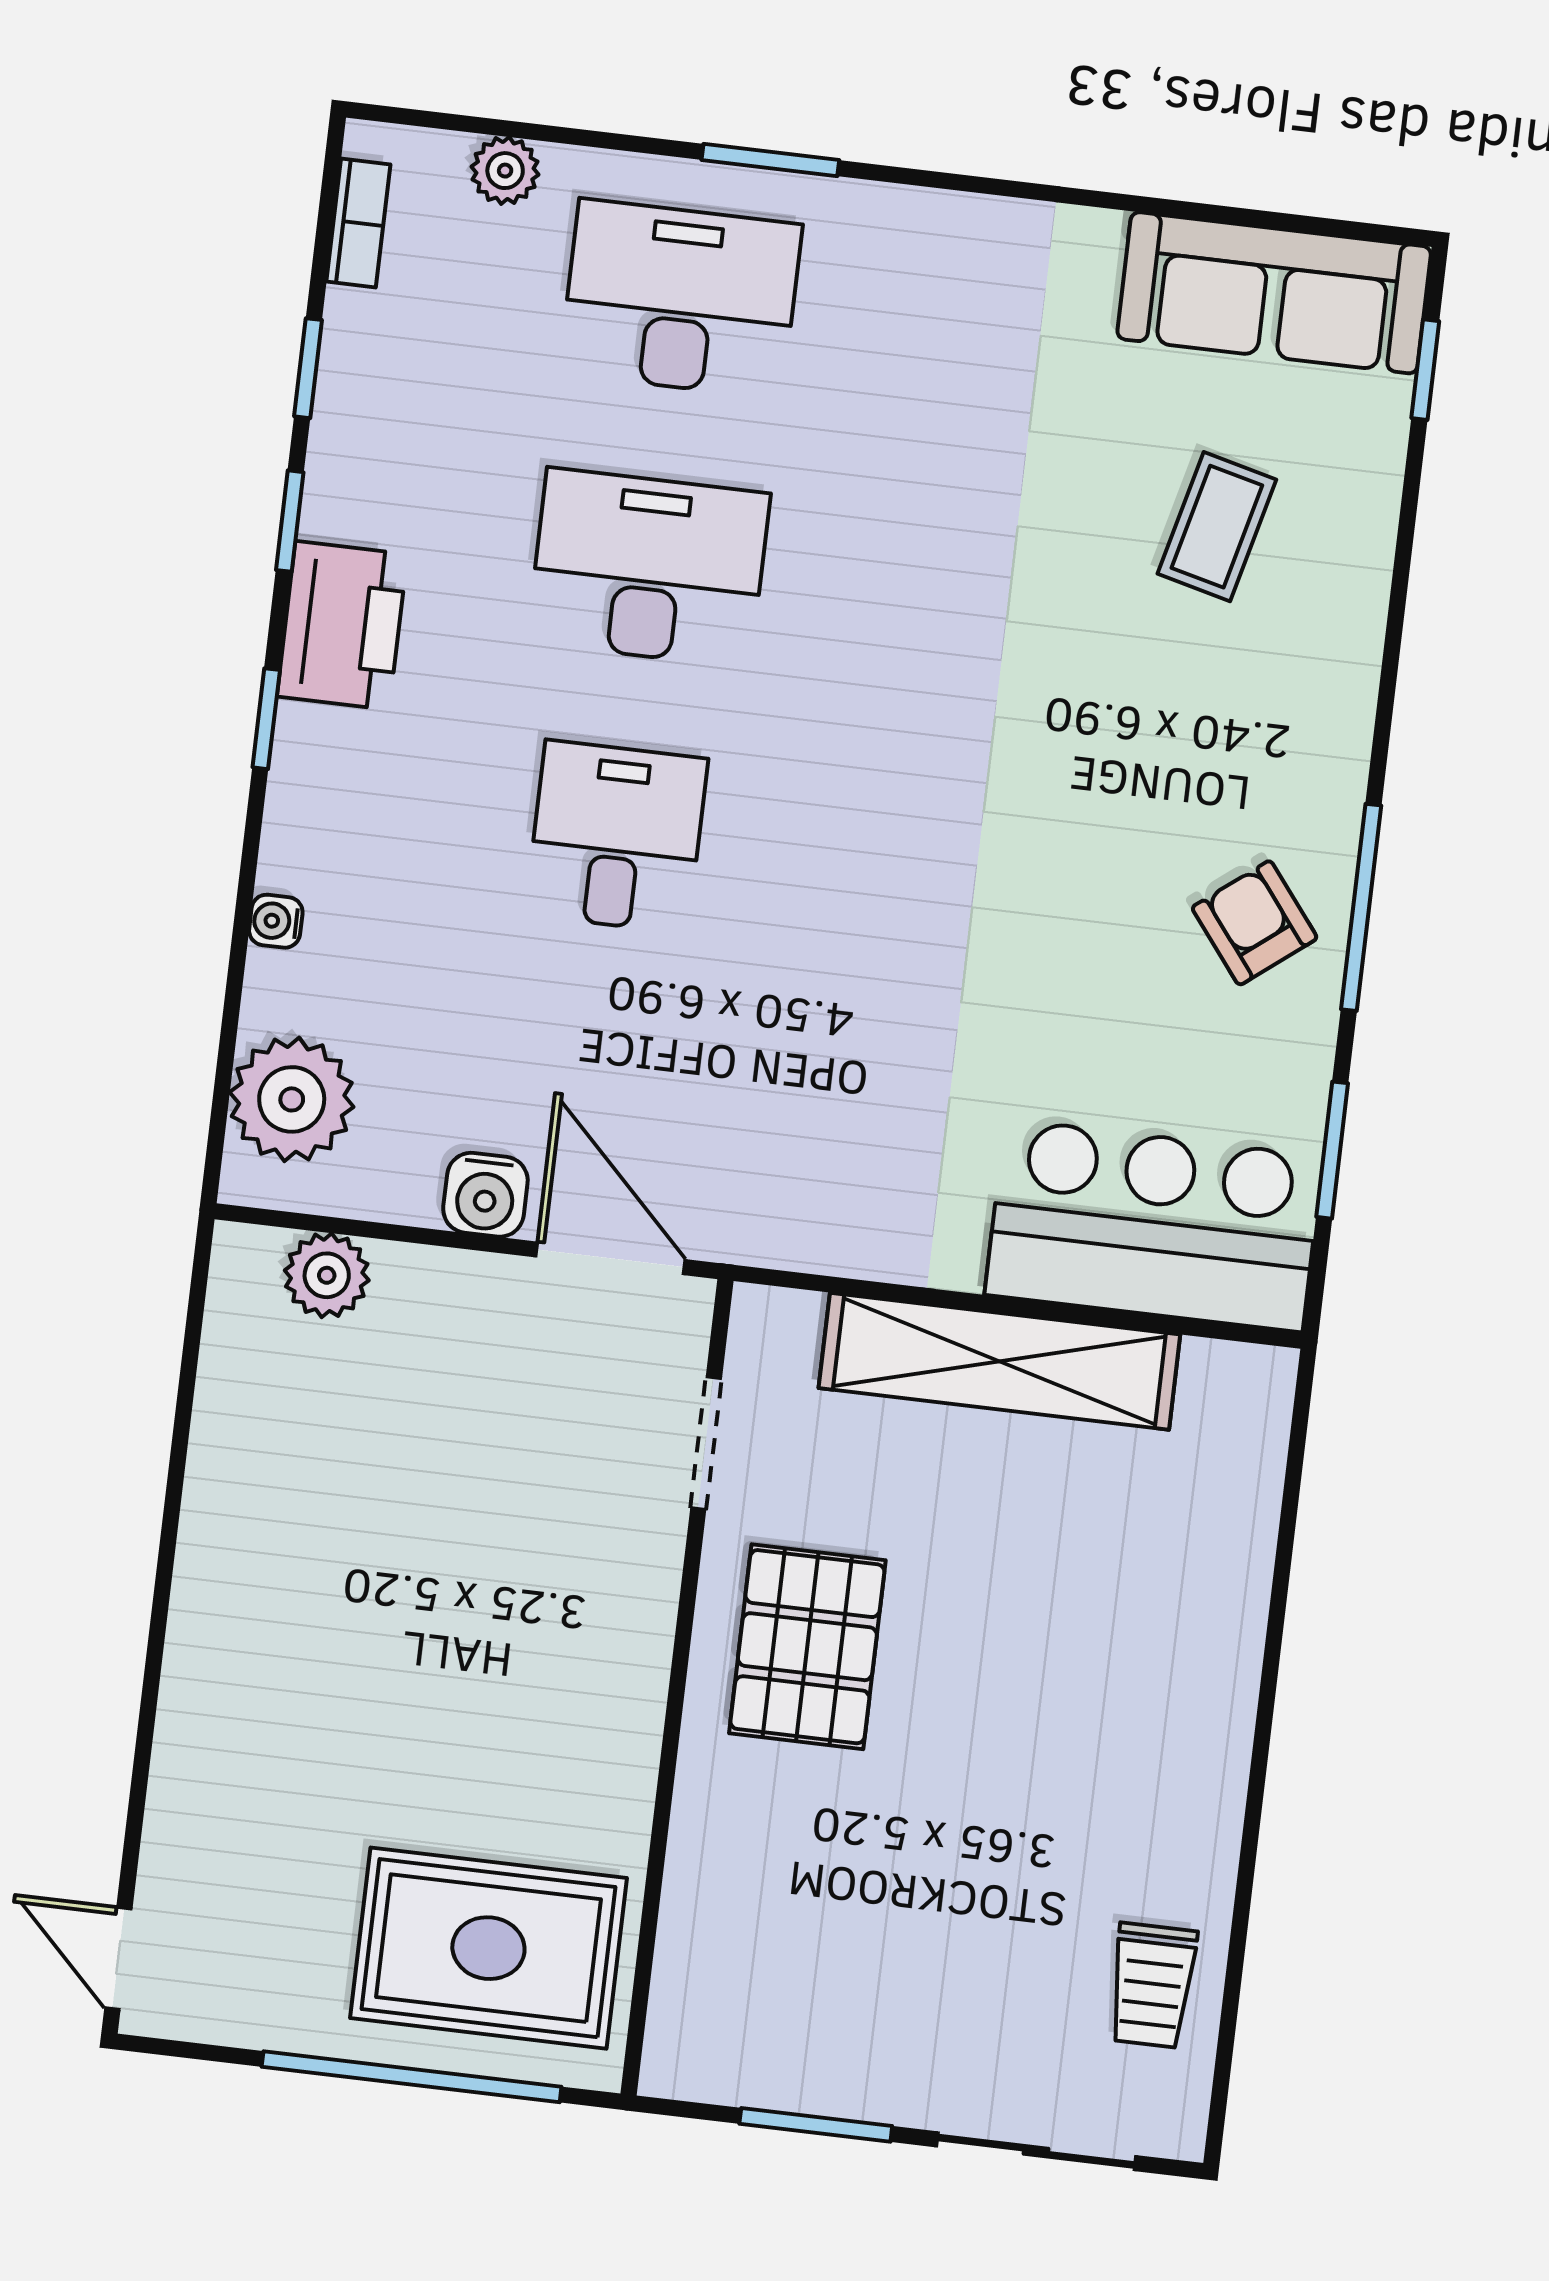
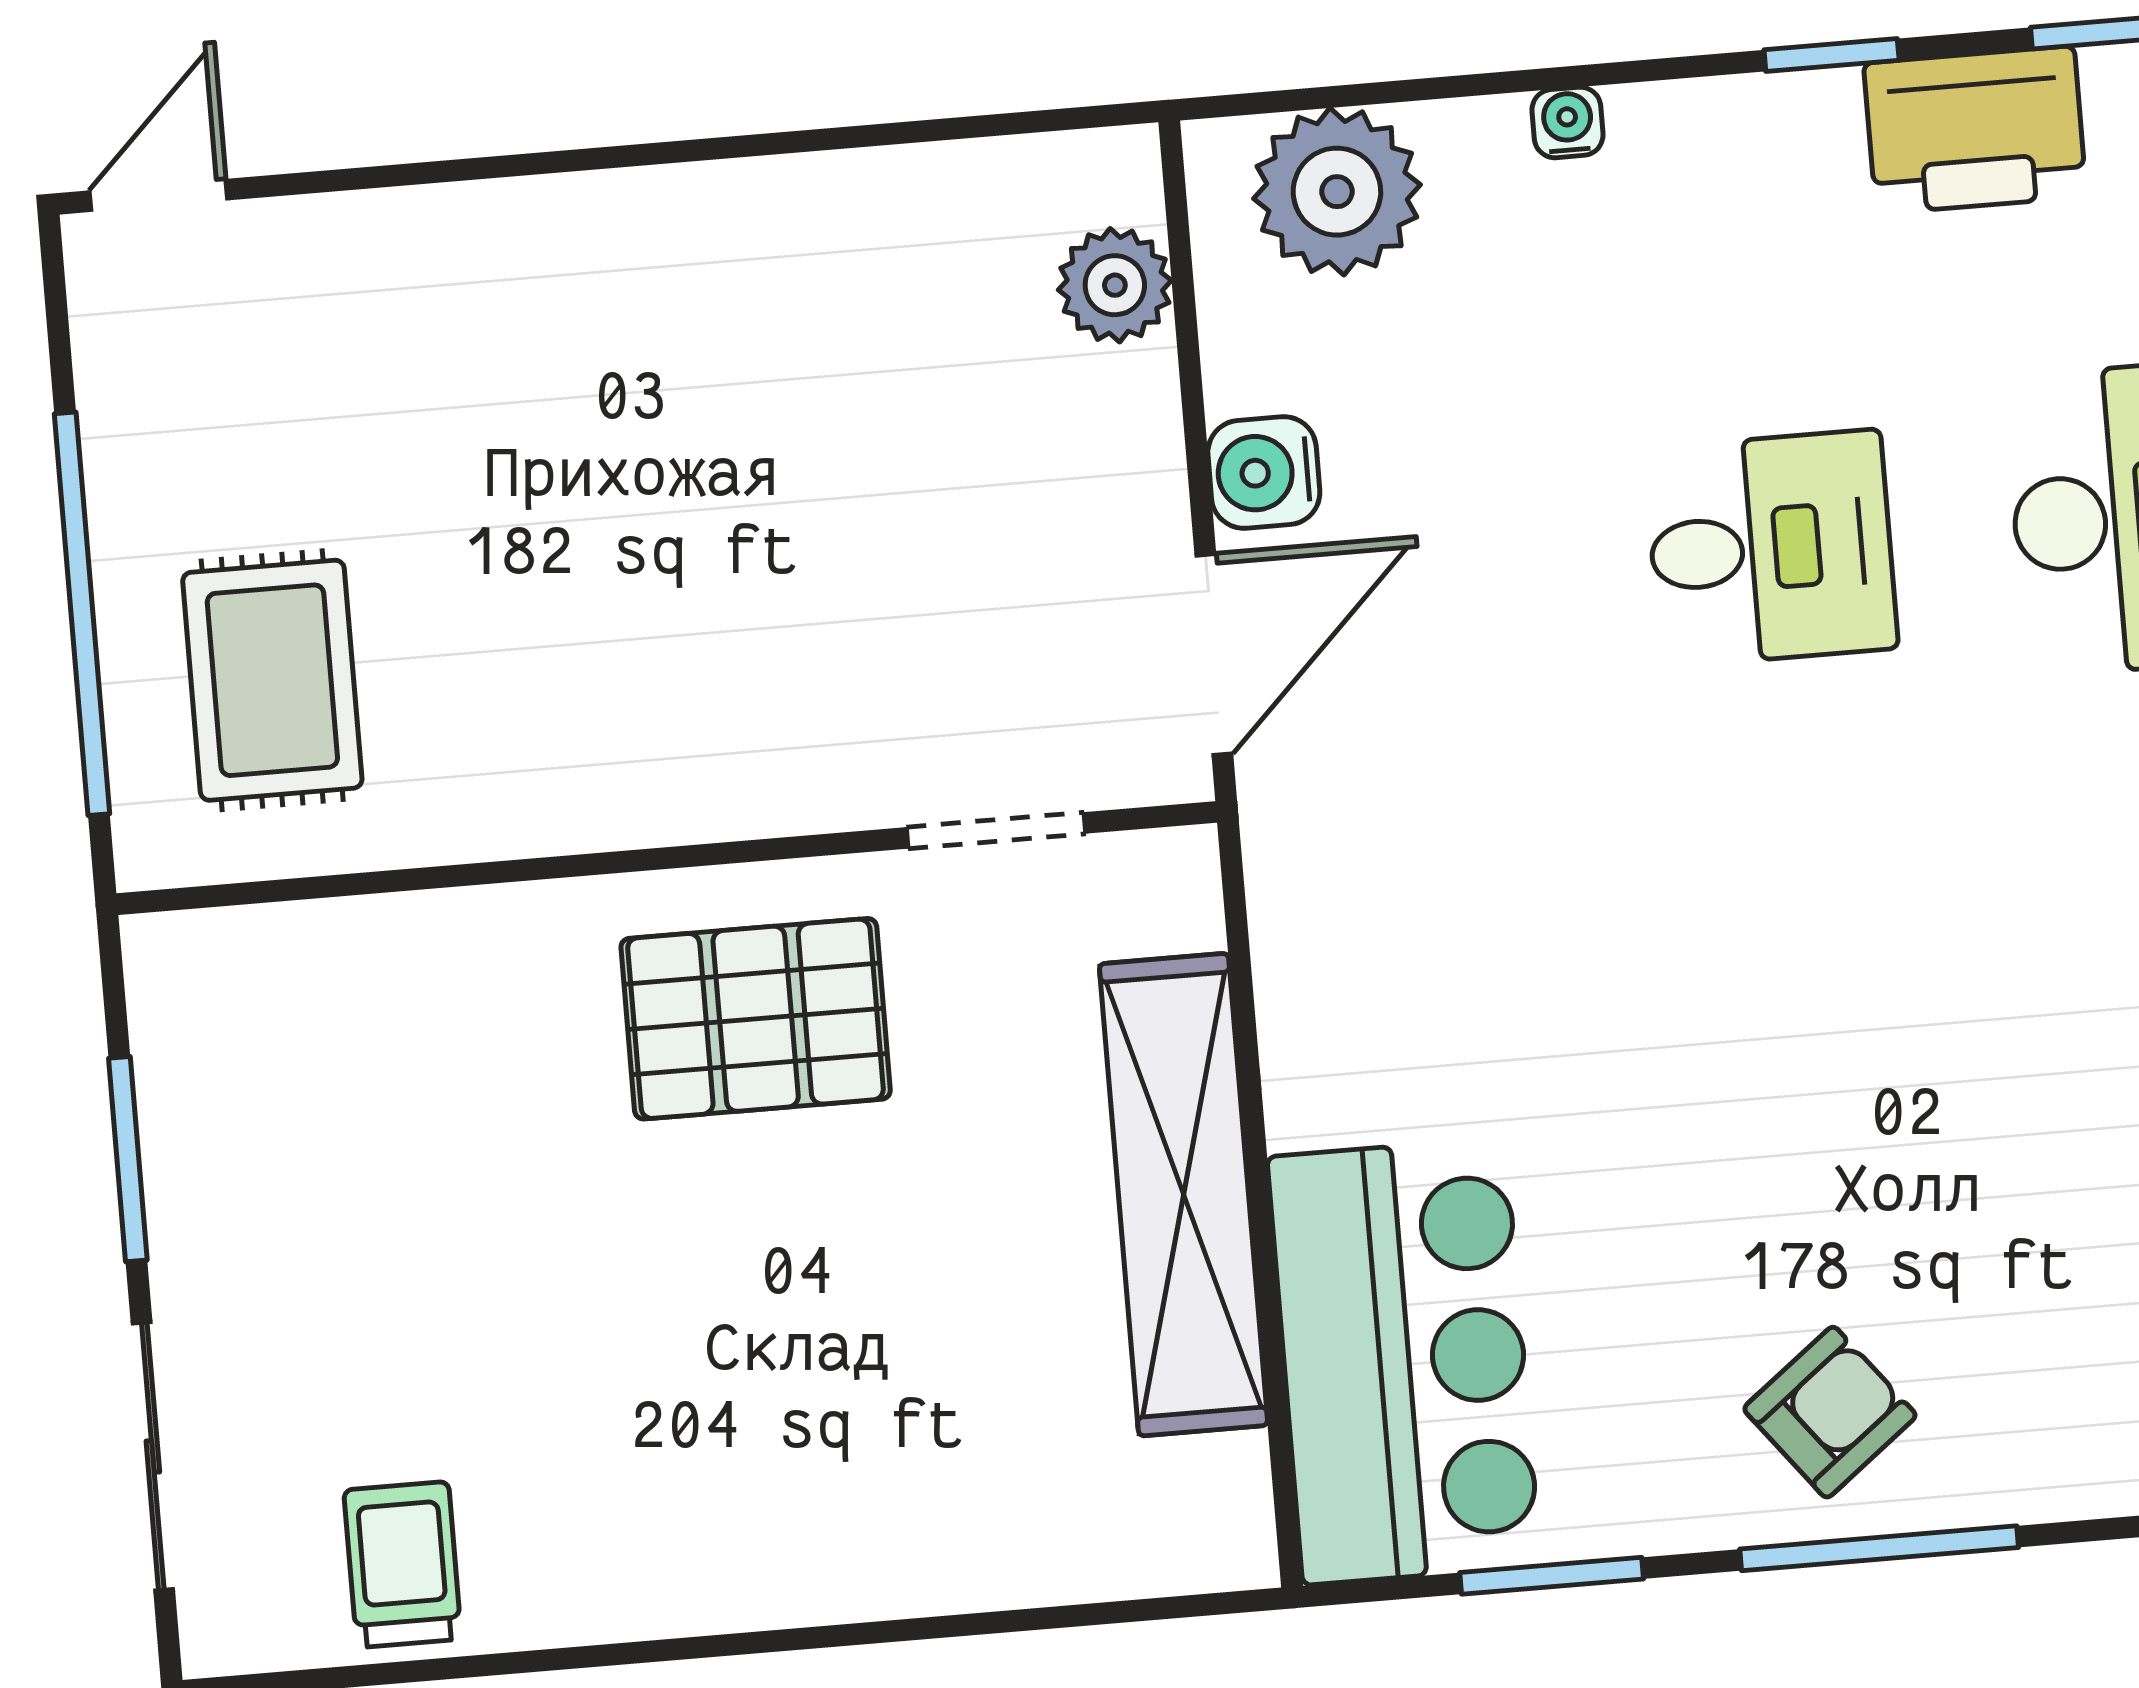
rug: (488, 1948) -> (272, 680), width x0.73, depth x0.70
trolley: (1152, 1985) -> (403, 1565), turned 90

